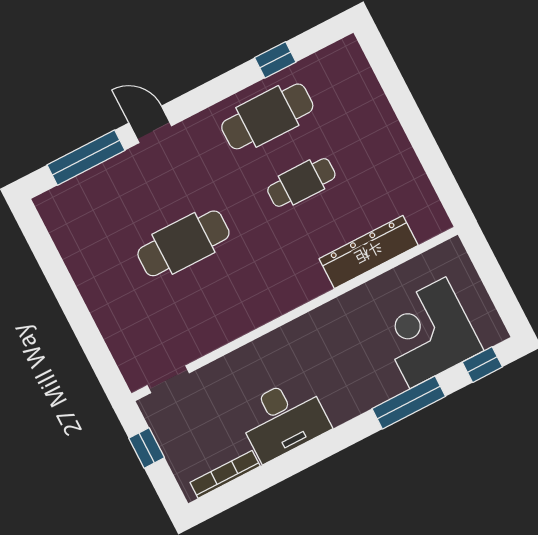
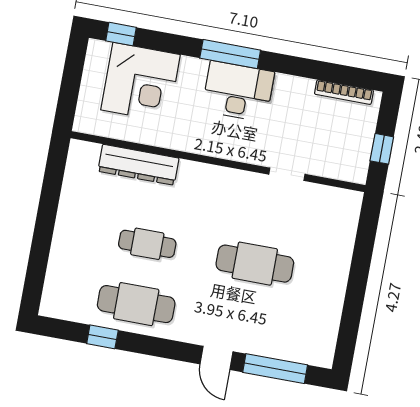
doorway: (168, 379) -> (287, 174), moved
window: (409, 403) -> (230, 54), moved
desk: (283, 419) -> (238, 91), moved

